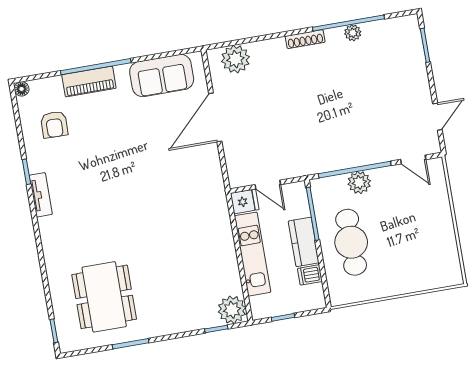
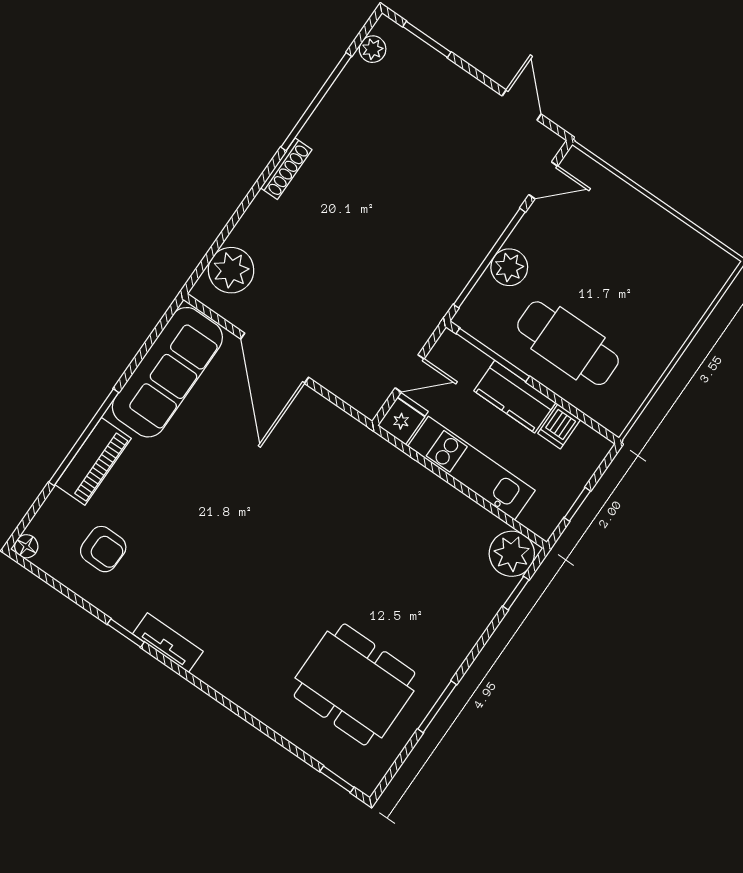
plant: (353, 33) -> (373, 49), moved
sofa: (162, 76) -> (167, 372), width x1.36

